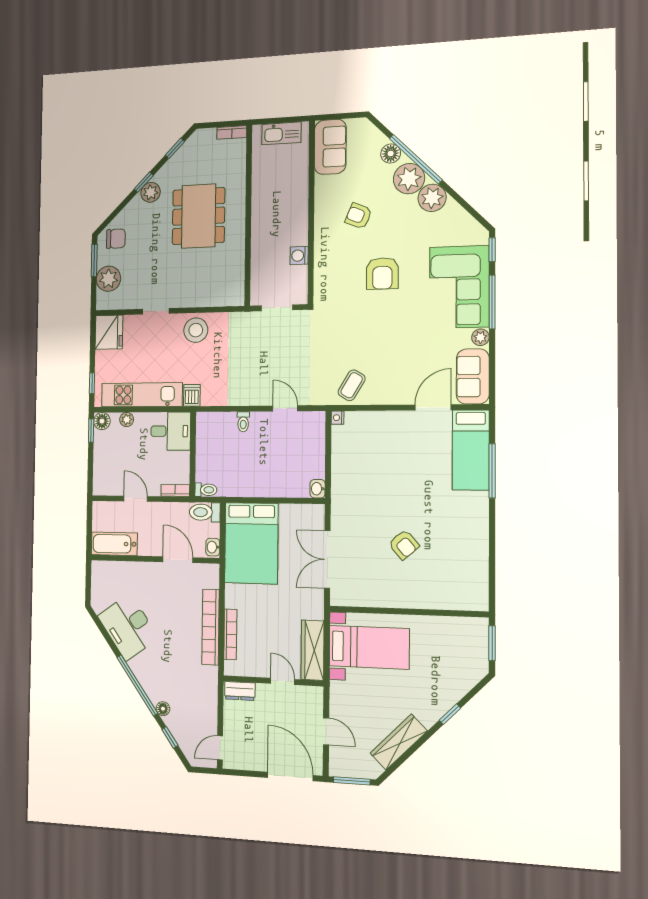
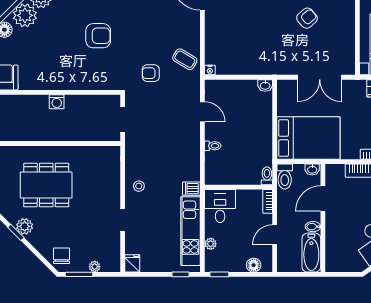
armchair: (359, 216) -> (151, 73), moved, turned 67
washing machine: (299, 256) -> (57, 102), moved
plant: (108, 279) -> (95, 267), width x0.53, depth x0.53
stool: (196, 330) -> (139, 186), width x0.53, depth x0.53
fridge: (109, 332) -> (132, 263), width x0.53, depth x0.75
door: (285, 408) -> (202, 112), swing flipped
floor lamp: (102, 421) -> (254, 265), moved
bidet: (145, 547) -> (313, 227), added

